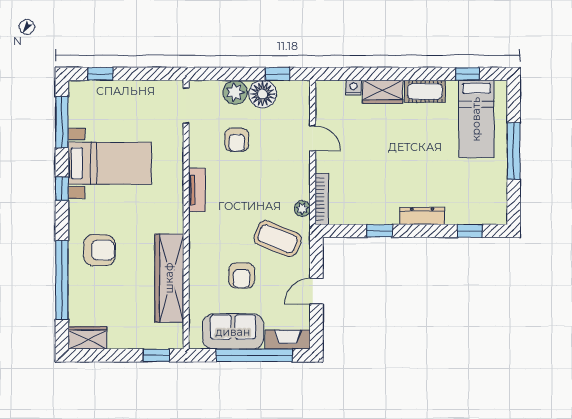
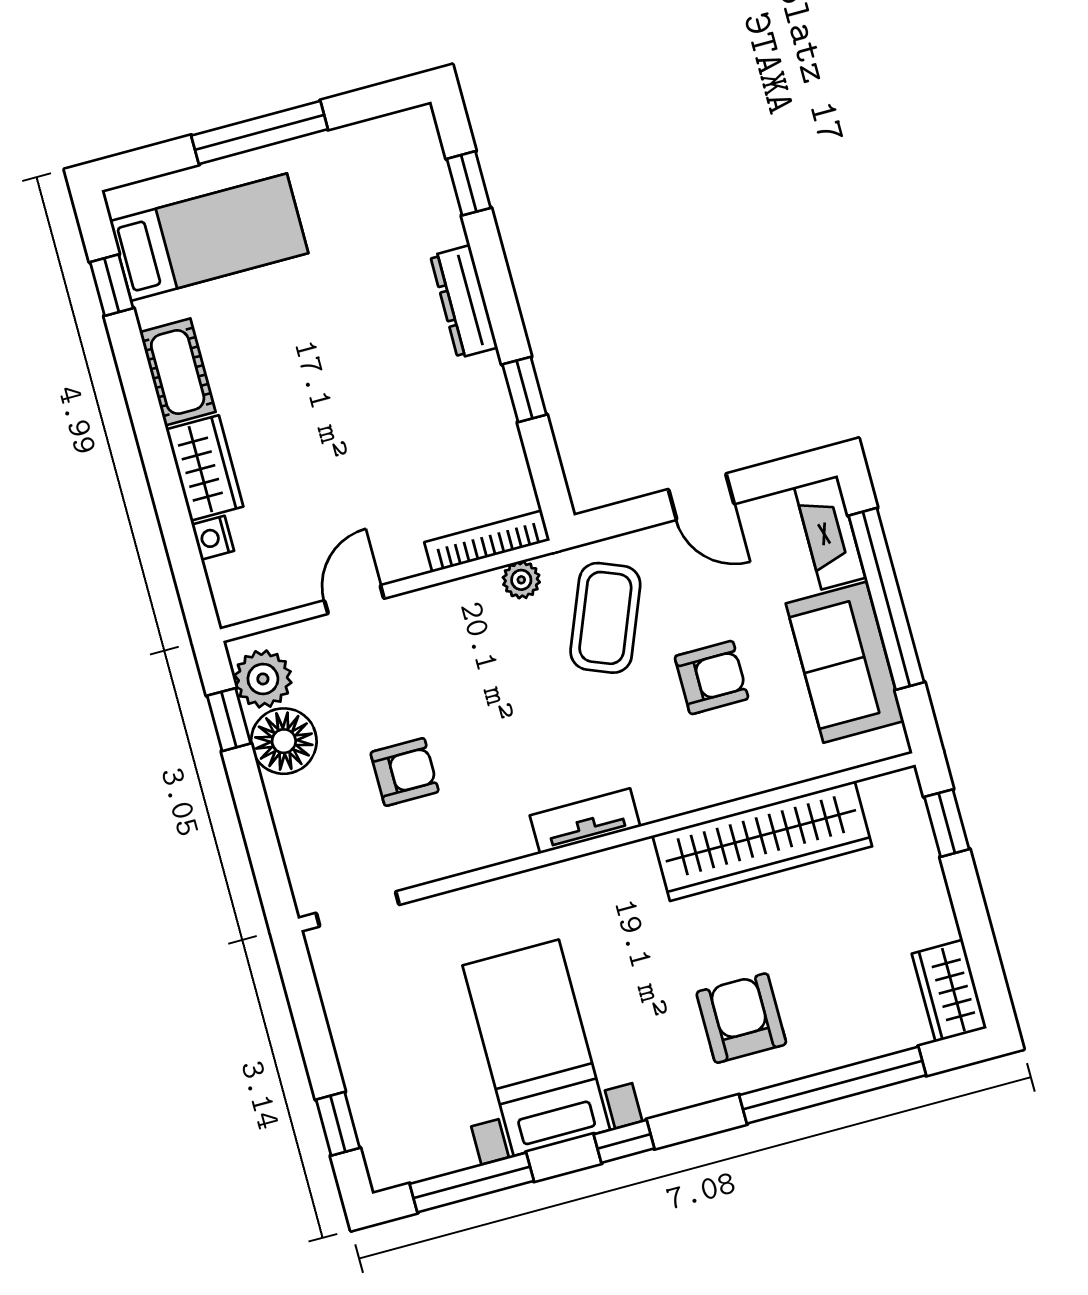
plant: (235, 92) -> (263, 679), moved
tv unit: (197, 190) -> (585, 821), moved

